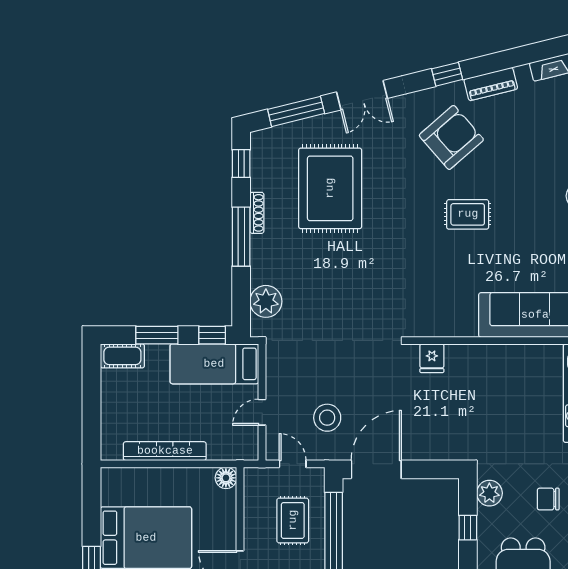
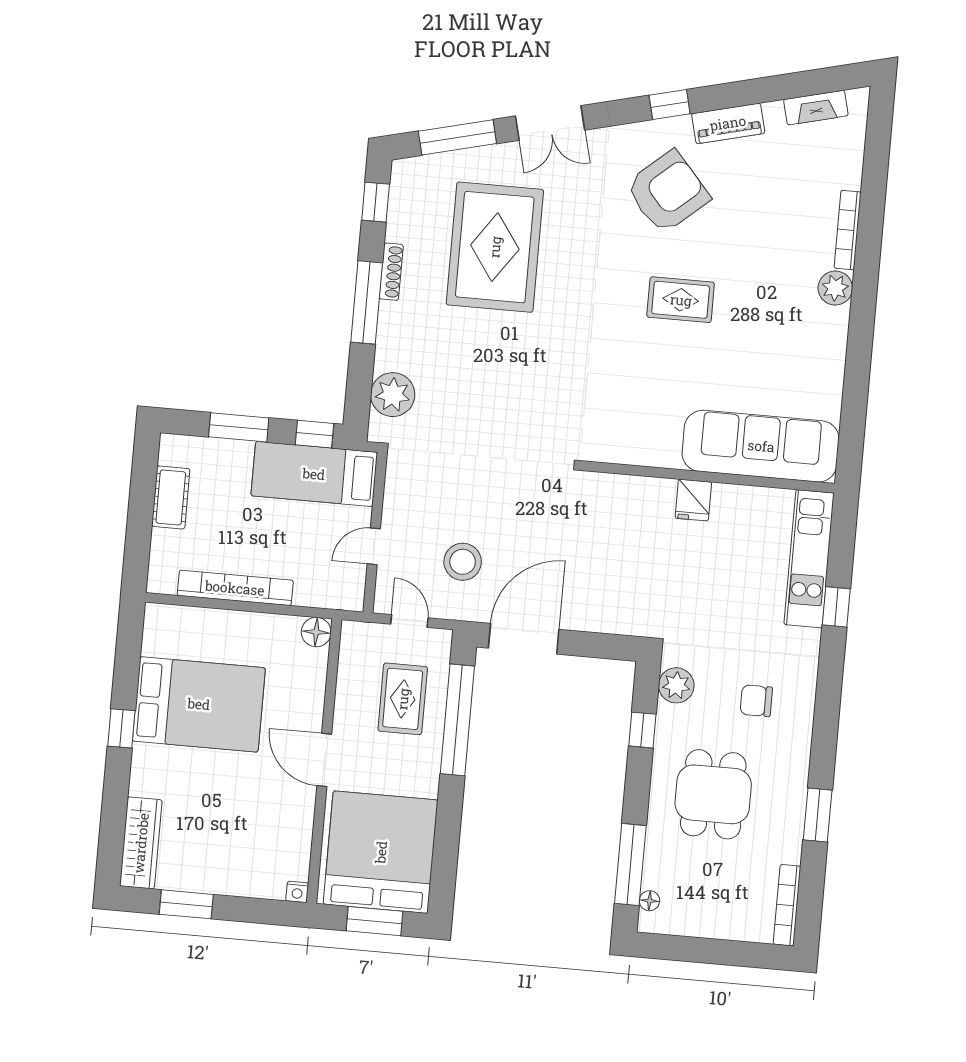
cot: (122, 356) -> (171, 497), moved, turned 90
fridge: (432, 358) -> (693, 500), moved

